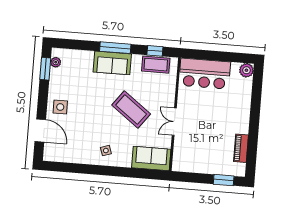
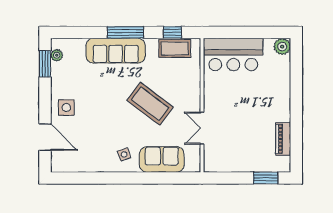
sofa: (112, 63) -> (116, 51), width x1.36
double door: (174, 122) -> (202, 128), moved
sofa: (151, 158) -> (162, 159), moved

